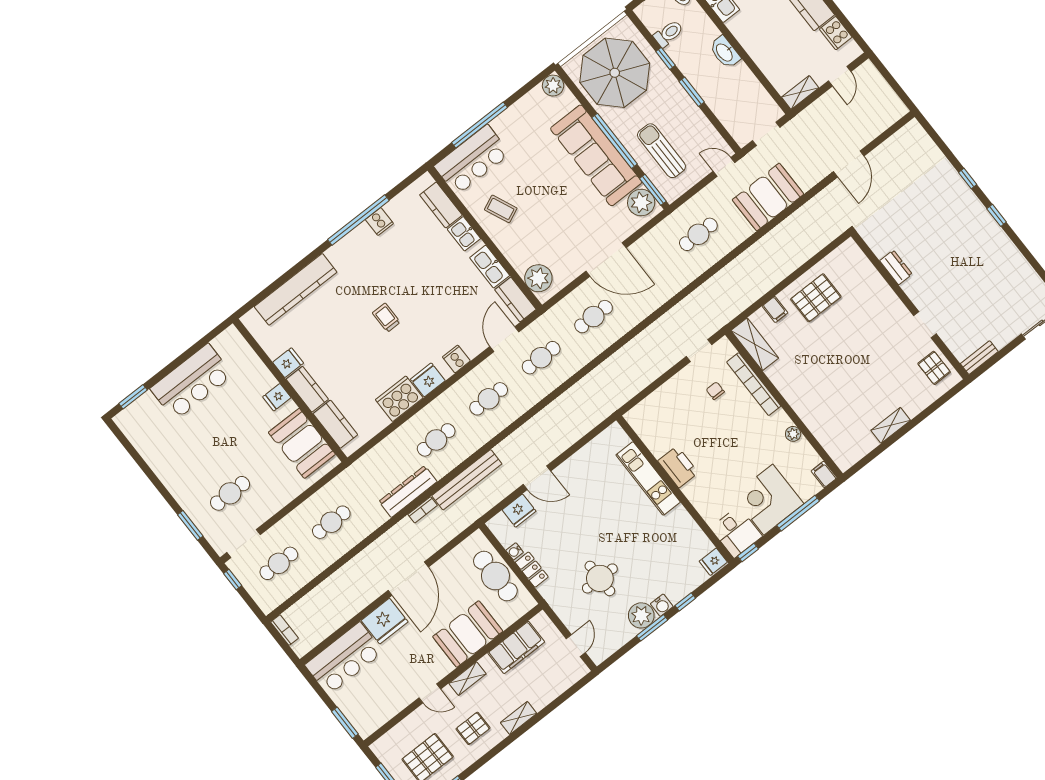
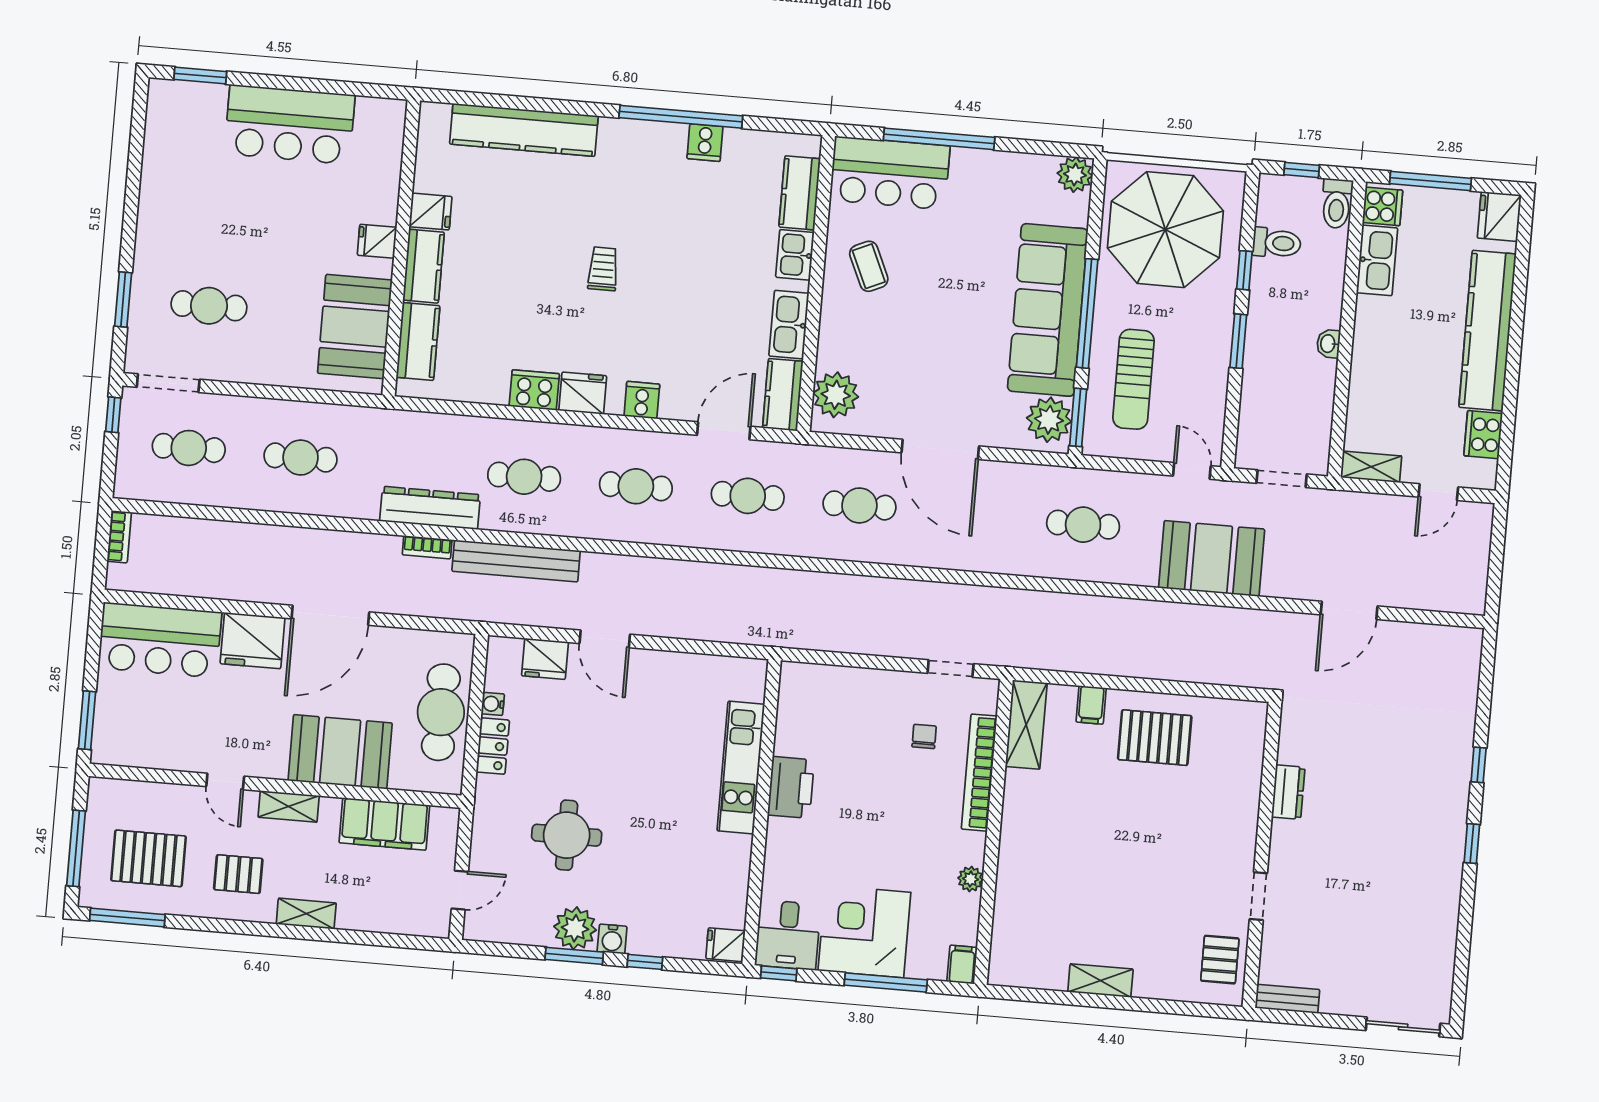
washbasin: (725, 52) -> (1328, 344), width x0.52, depth x0.69
sun lounger: (661, 151) -> (1134, 379), turned 180
cooker: (399, 399) -> (534, 390), width x0.73, depth x0.76

